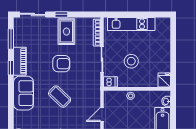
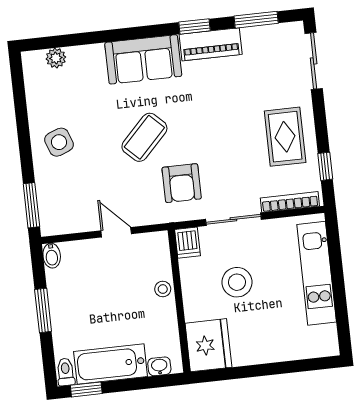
window: (61, 14) -> (325, 166), moved
rug: (66, 32) -> (285, 137), turned 90
armchair: (61, 64) -> (182, 183), moved
fridge: (164, 80) -> (208, 345), width x1.88, depth x1.34

